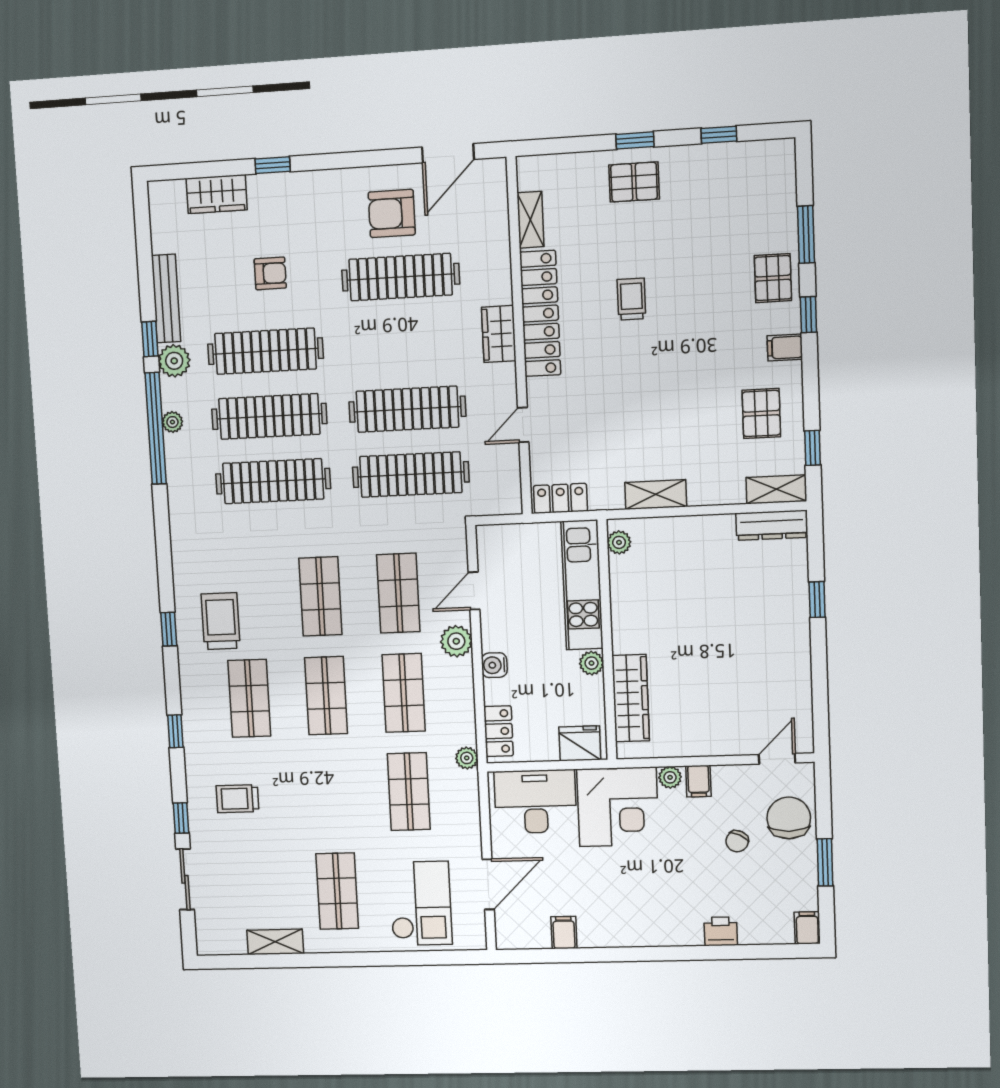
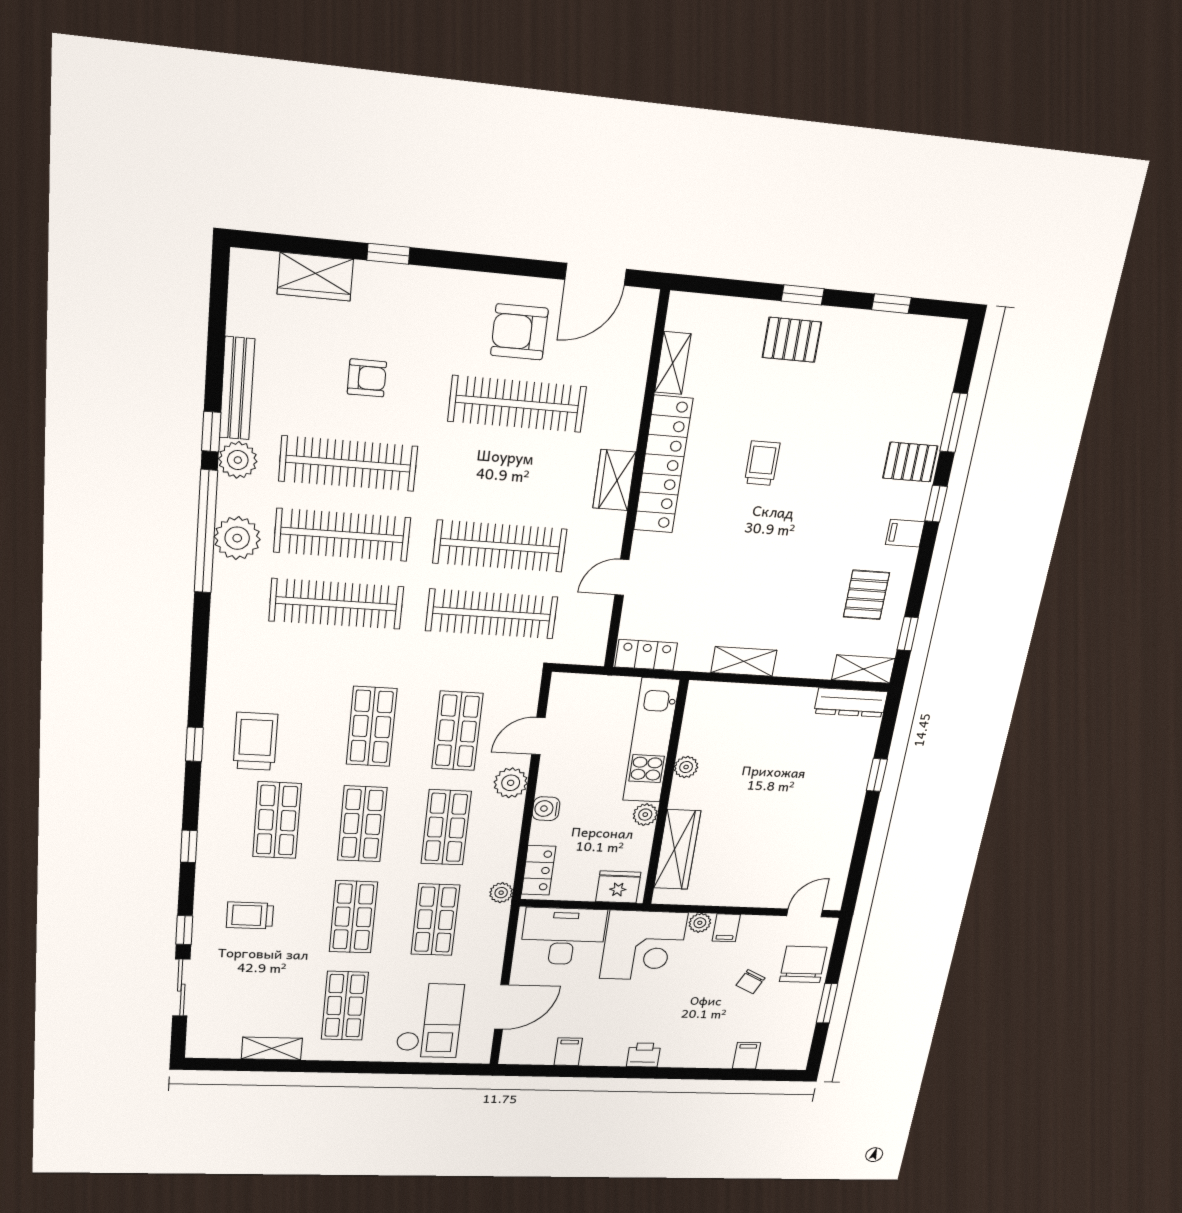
pallet: (773, 278) -> (910, 462), turned 90
plant: (172, 422) -> (237, 538), width x1.87, depth x1.87
plant: (619, 542) -> (686, 767), moved
shop shelf: (332, 794) -> (353, 917), added
filing cabinet: (807, 928) -> (746, 1056), moved
printer: (721, 931) -> (644, 1055), moved

